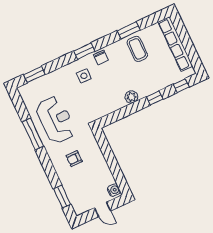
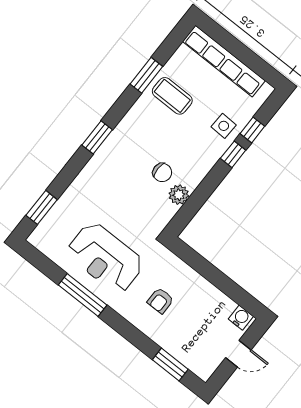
chair: (101, 58) -> (162, 172), moved
side table: (84, 76) -> (224, 126), moved
window: (181, 86) -> (252, 130), moved
plant: (131, 97) -> (179, 195), moved
reception desk: (56, 120) -> (105, 258), turned 180

